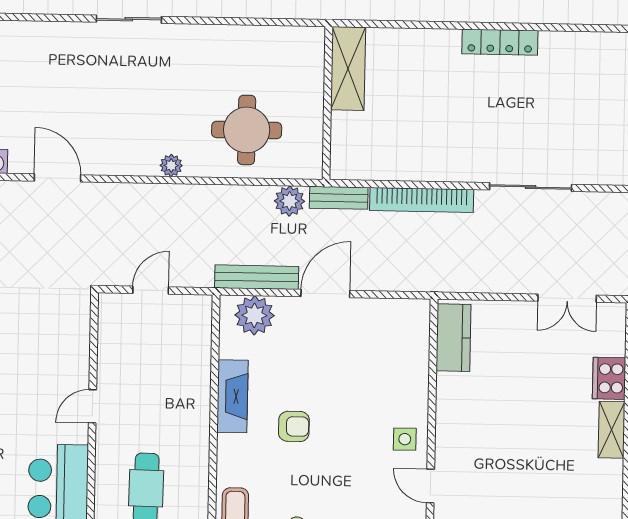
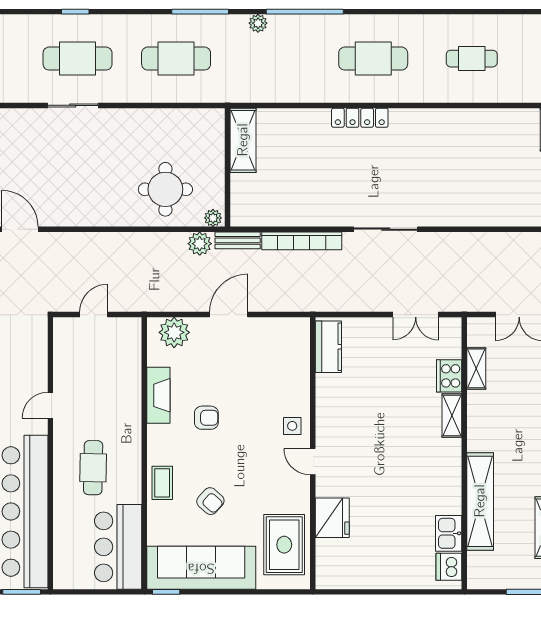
plant: (171, 166) -> (213, 218), moved
bench: (257, 277) -> (175, 303), removed

